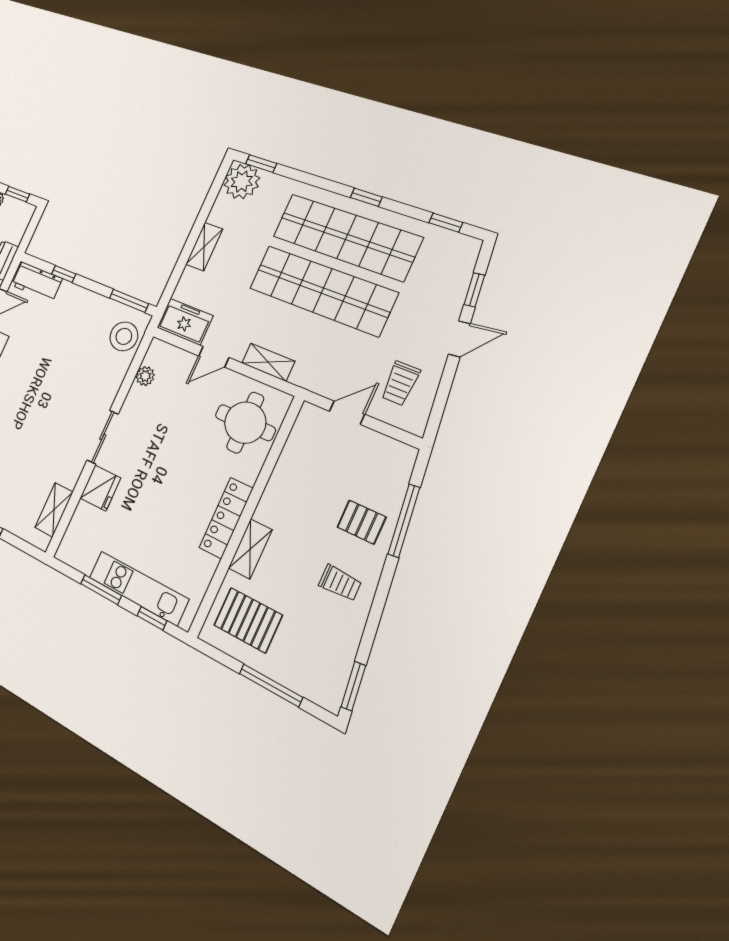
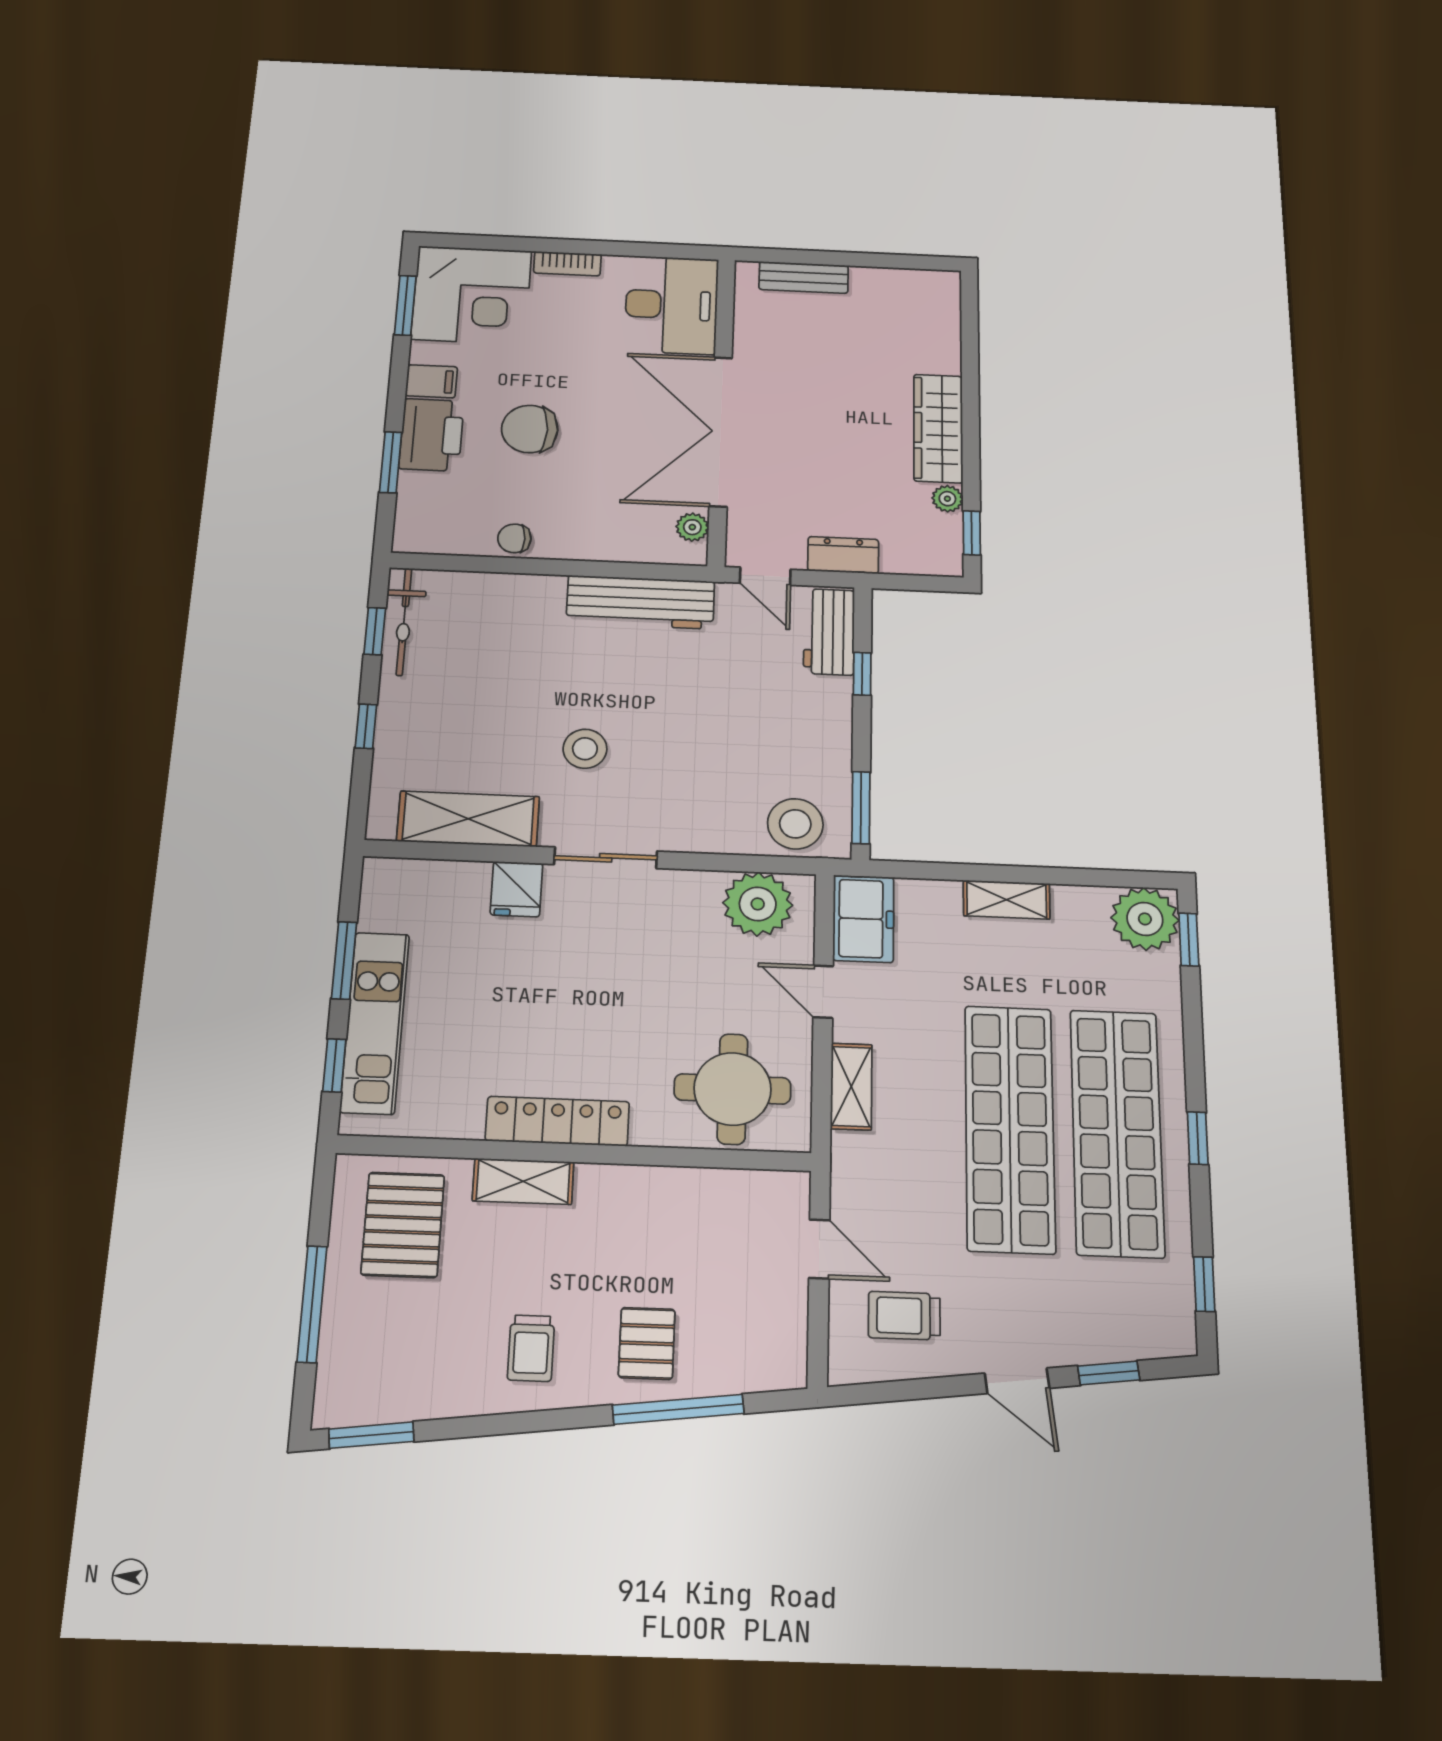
plant: (145, 376) -> (758, 904), width x1.87, depth x1.87
stool: (45, 425) -> (585, 749), added
fridge: (100, 488) -> (517, 889), width x0.72
shelving: (54, 510) -> (468, 819), width x1.50, depth x1.33

